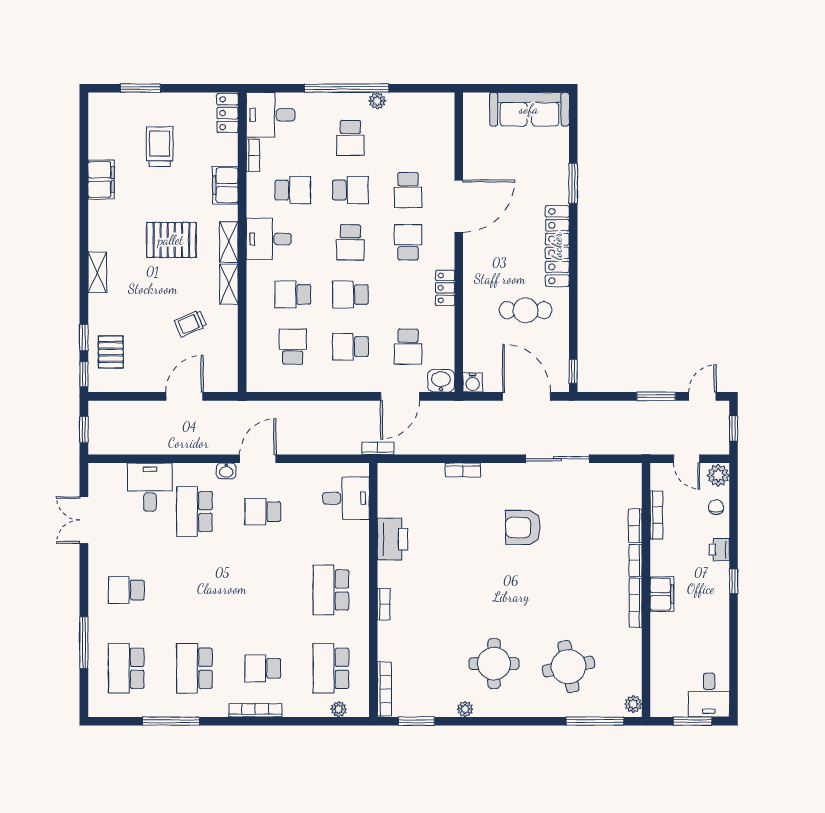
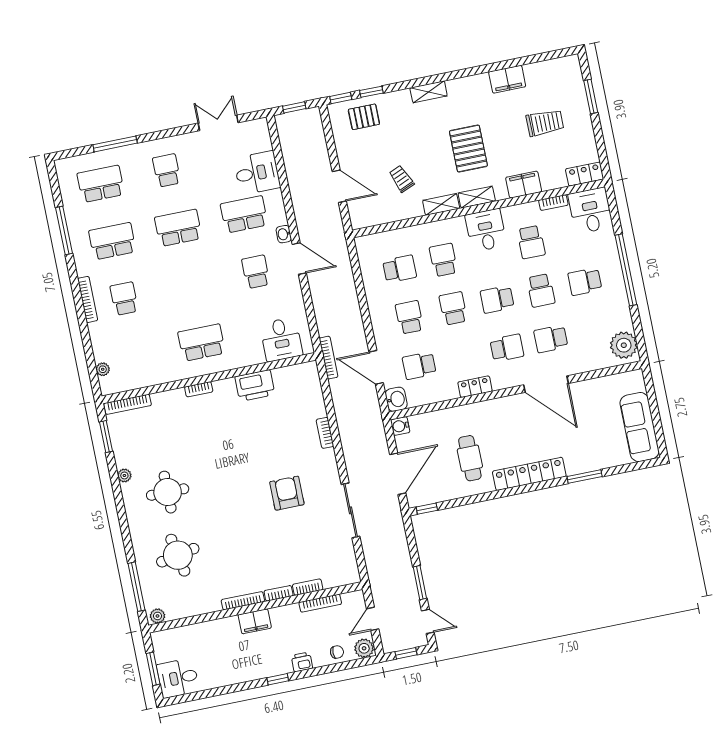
plant: (377, 101) -> (624, 345), moved, width x1.88, depth x1.88
bookcase: (378, 448) -> (329, 358), width x1.56
school desk: (331, 668) -> (178, 228), moved

